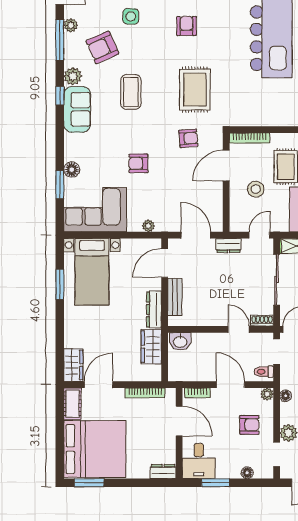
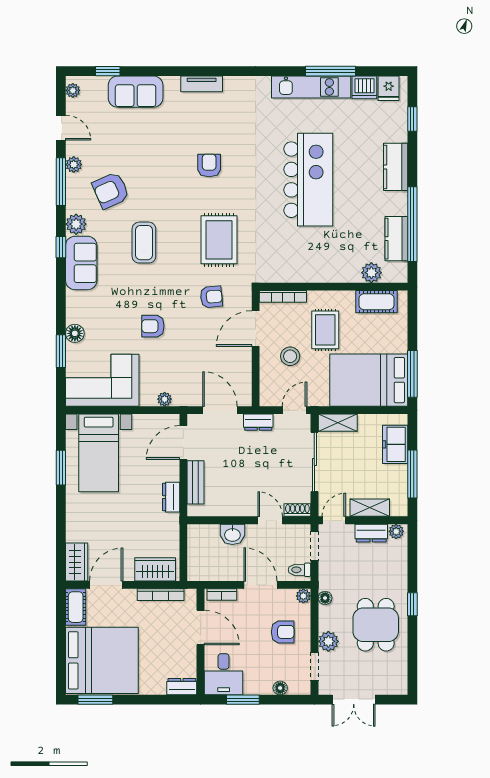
side table: (131, 16) -> (144, 154), removed
dresser: (154, 310) -> (171, 497), width x0.70
washbasin: (180, 341) -> (232, 534), moved
wardrobe: (151, 347) -> (155, 569), moved, turned 90

